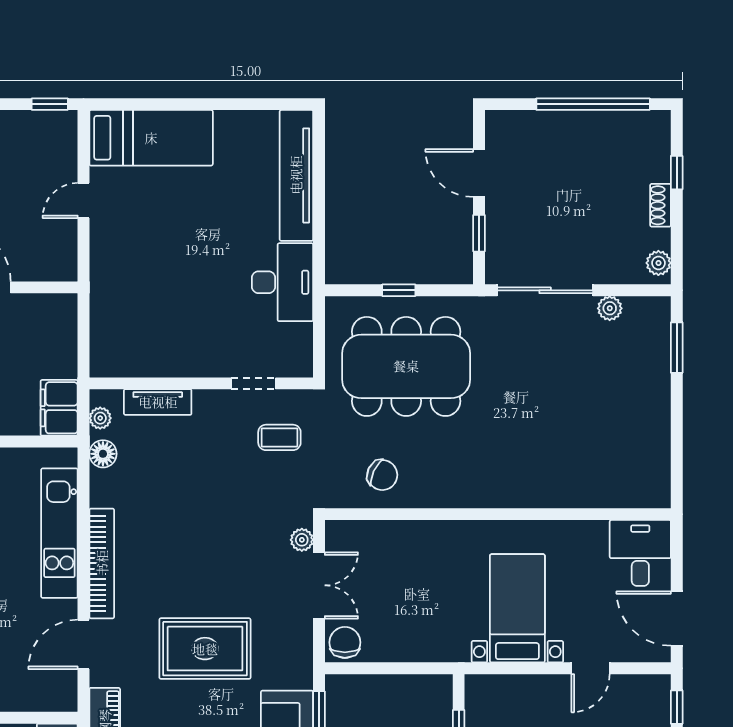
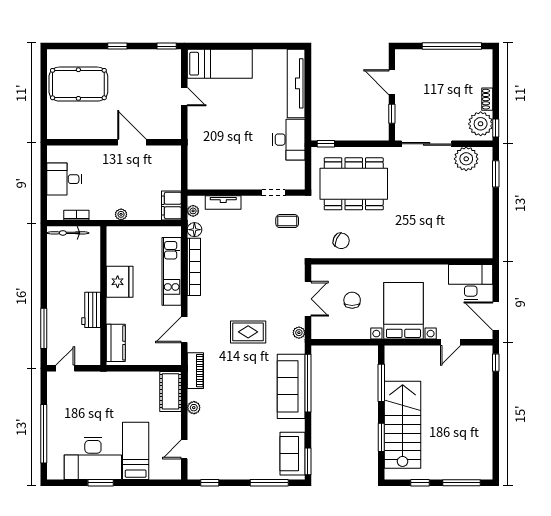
window: (677, 173) -> (496, 128), moved
door: (83, 201) -> (184, 97), swing flipped
plant: (658, 263) -> (481, 124), width x1.87, depth x1.87
window: (399, 290) -> (326, 144), moved
plant: (610, 308) -> (466, 159), width x1.88, depth x1.88
plant: (302, 540) -> (299, 333), moved
desk: (640, 553) -> (471, 282), width x1.37
bookcase: (102, 563) -> (194, 267), moved
bed with nightstands: (517, 608) -> (403, 311), width x1.36
chair: (345, 642) -> (352, 300), moved
rug: (205, 649) -> (248, 332), width x0.73, depth x0.70

